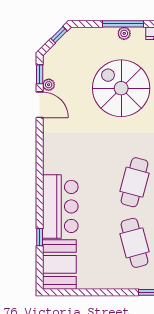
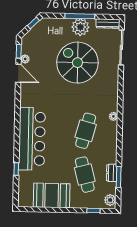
plant: (124, 33) -> (80, 27), width x1.88, depth x1.88
bar counter: (60, 206) -> (32, 139), width x1.36
booth: (59, 264) -> (52, 195), moved, turned 90

